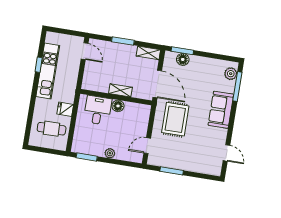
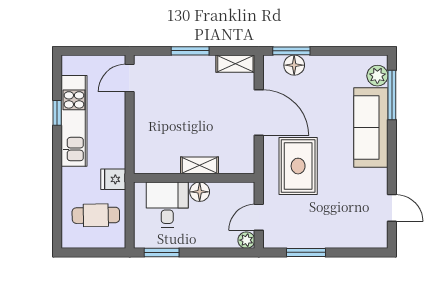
door: (85, 51) -> (130, 78), swing flipped
shelving: (120, 90) -> (200, 165), moved
wall: (116, 97) -> (194, 178), moved
floor lamp: (118, 106) -> (200, 192), moved
desk: (98, 110) -> (167, 205), moved
sofa: (221, 110) -> (371, 127), width x1.36
plant: (110, 153) -> (246, 240), moved

